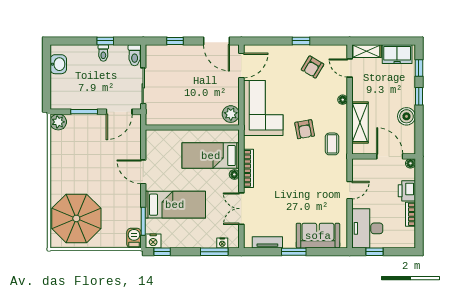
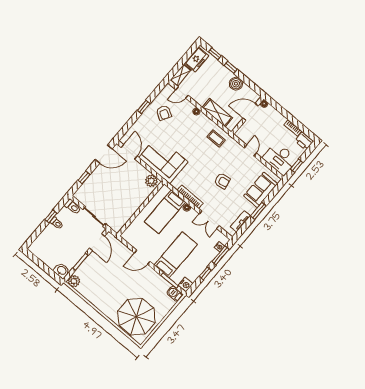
washbasin: (58, 64) -> (62, 271), moved
armchair: (305, 129) -> (222, 181), moved
printer: (407, 191) -> (304, 141), moved
window: (162, 252) -> (205, 273), moved

